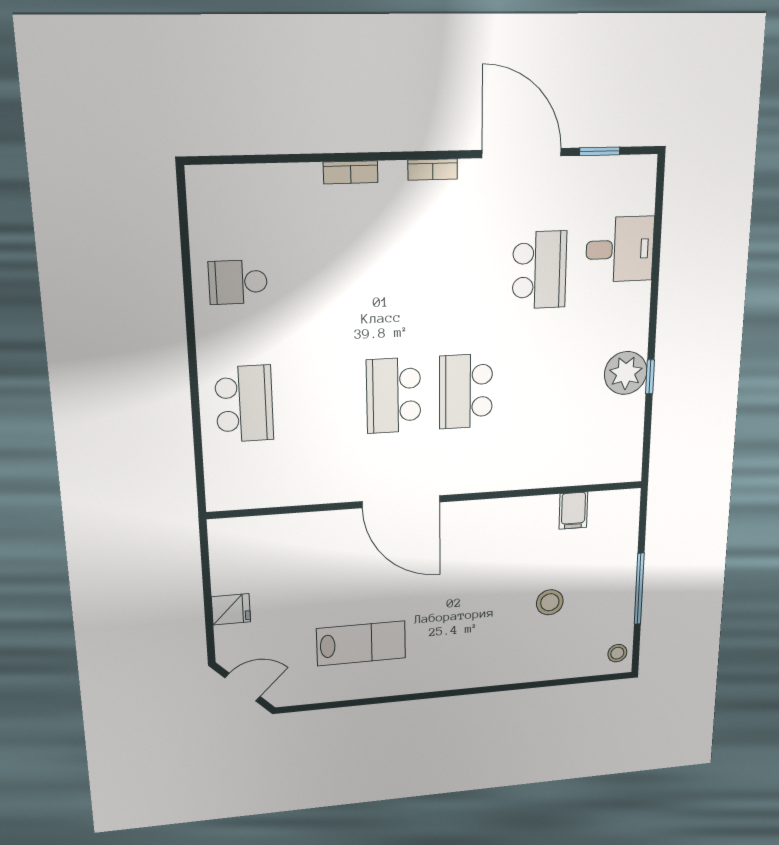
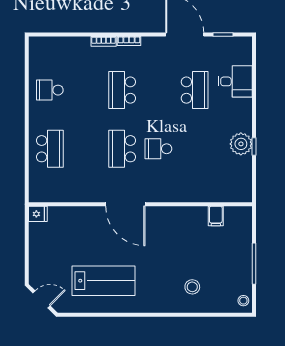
bookcase: (433, 169) -> (129, 41), moved
school desk: (392, 276) -> (122, 90), added
school desk: (466, 391) -> (158, 149), width x0.54
stool: (550, 602) -> (192, 287), moved
fridge: (231, 609) -> (38, 214), moved
lab bench: (361, 643) -> (103, 281), width x1.36, depth x1.39

